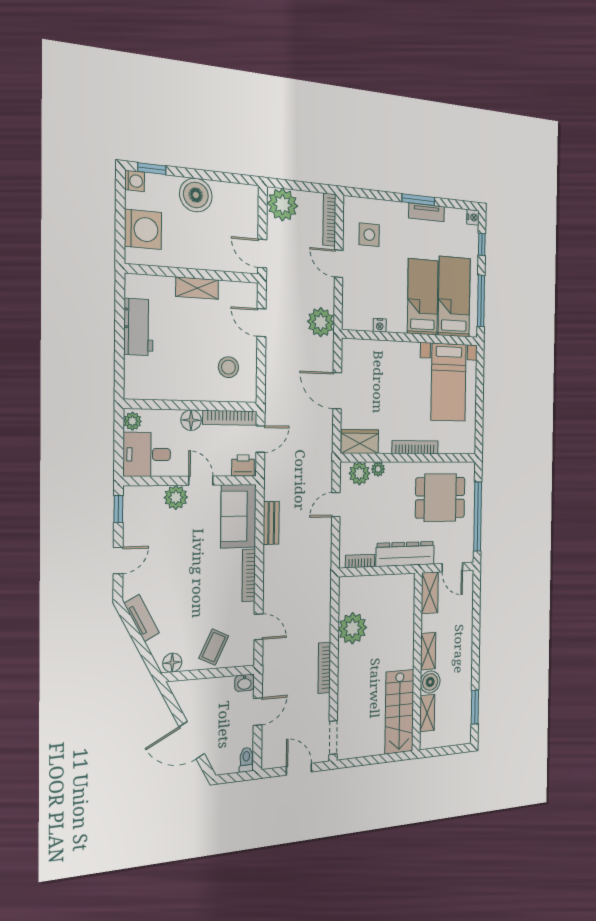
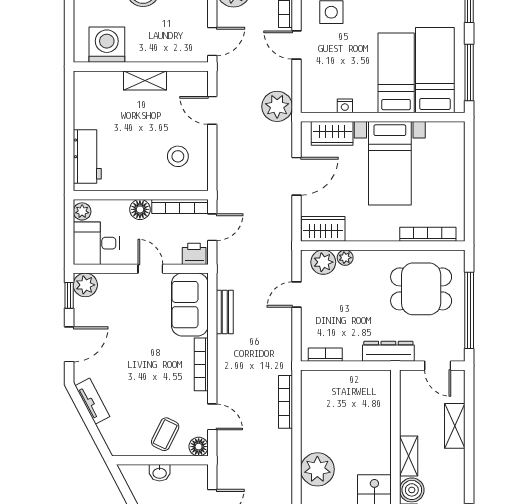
washing machine: (143, 229) -> (107, 45), moved, turned -90
door: (262, 254) -> (212, 42), swing flipped
workbench: (138, 327) -> (87, 156), moved
wardrobe: (369, 351) -> (332, 133), added
bed with nightstands: (449, 382) -> (390, 163), moved
door: (337, 391) -> (296, 176), swing flipped
bookcase: (415, 447) -> (428, 234), moved
plant: (176, 497) -> (85, 285), moved
dresser: (405, 554) -> (388, 351), width x0.73, depth x0.80
door: (118, 560) -> (69, 344), width x1.38
shelving: (430, 593) -> (455, 426), moved
plant: (353, 628) -> (317, 469), moved
floor lamp: (172, 663) -> (199, 447), moved
bookcase: (324, 668) -> (285, 402), moved
washbasin: (244, 683) -> (160, 473), moved

